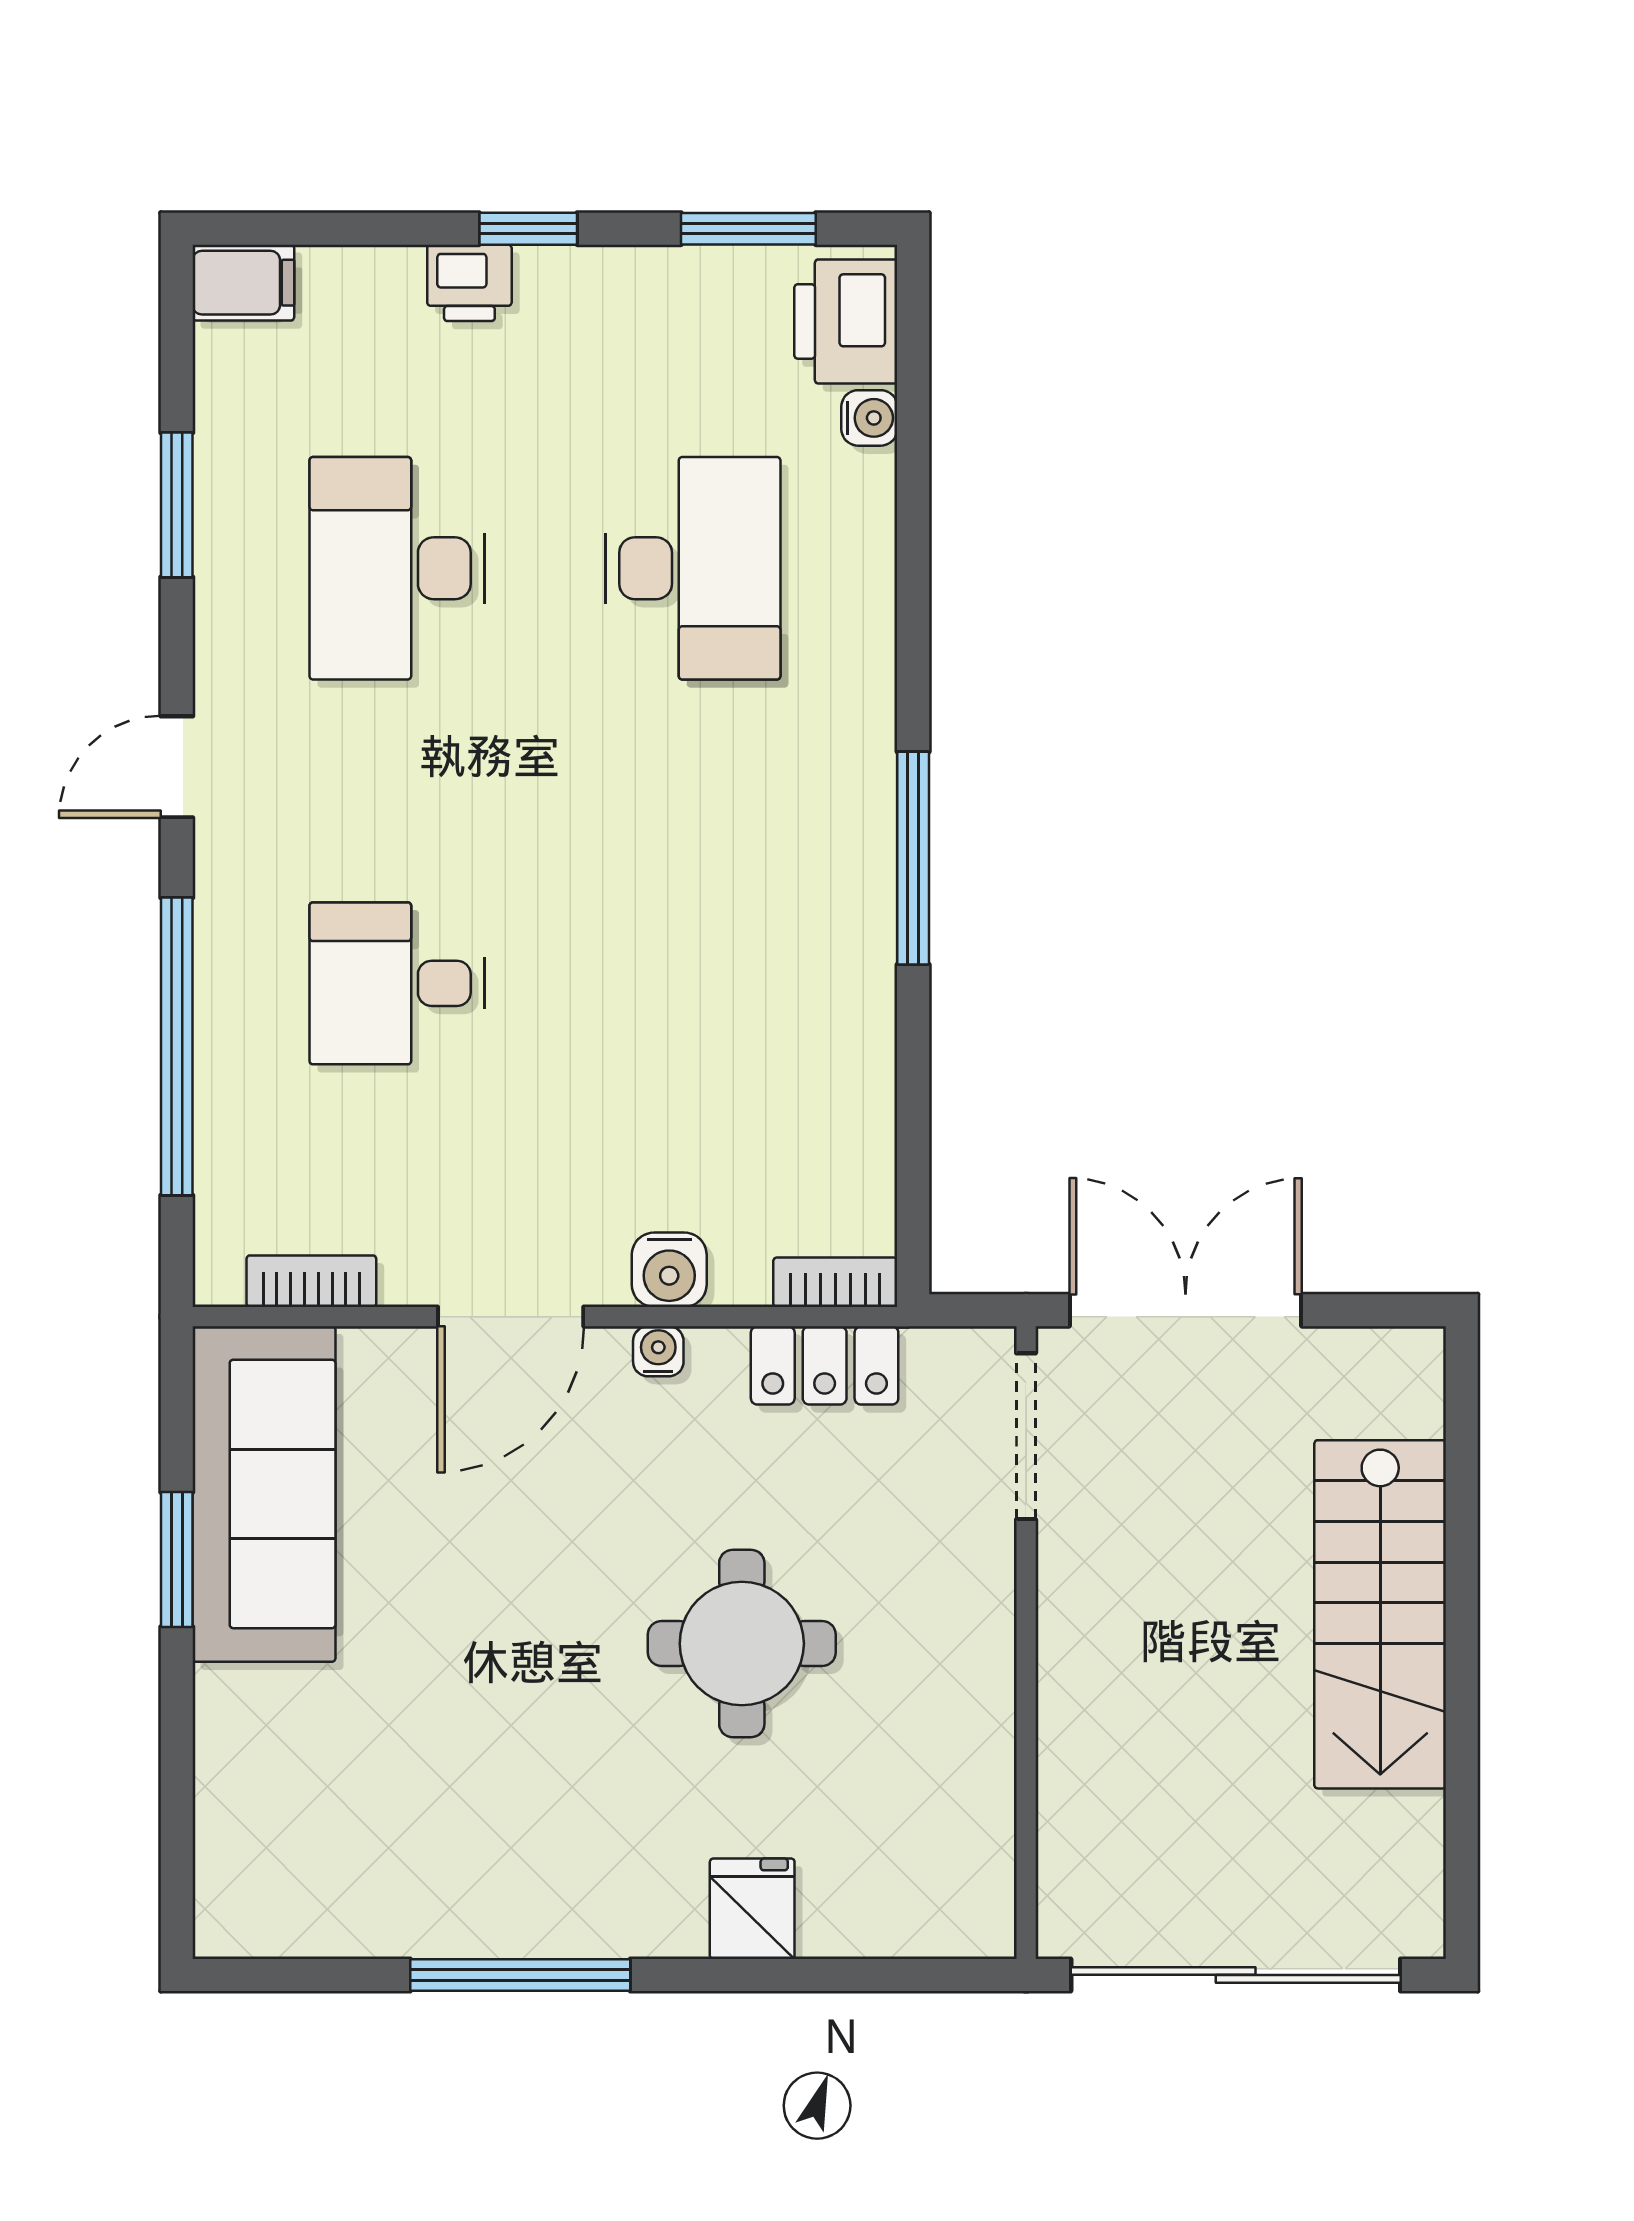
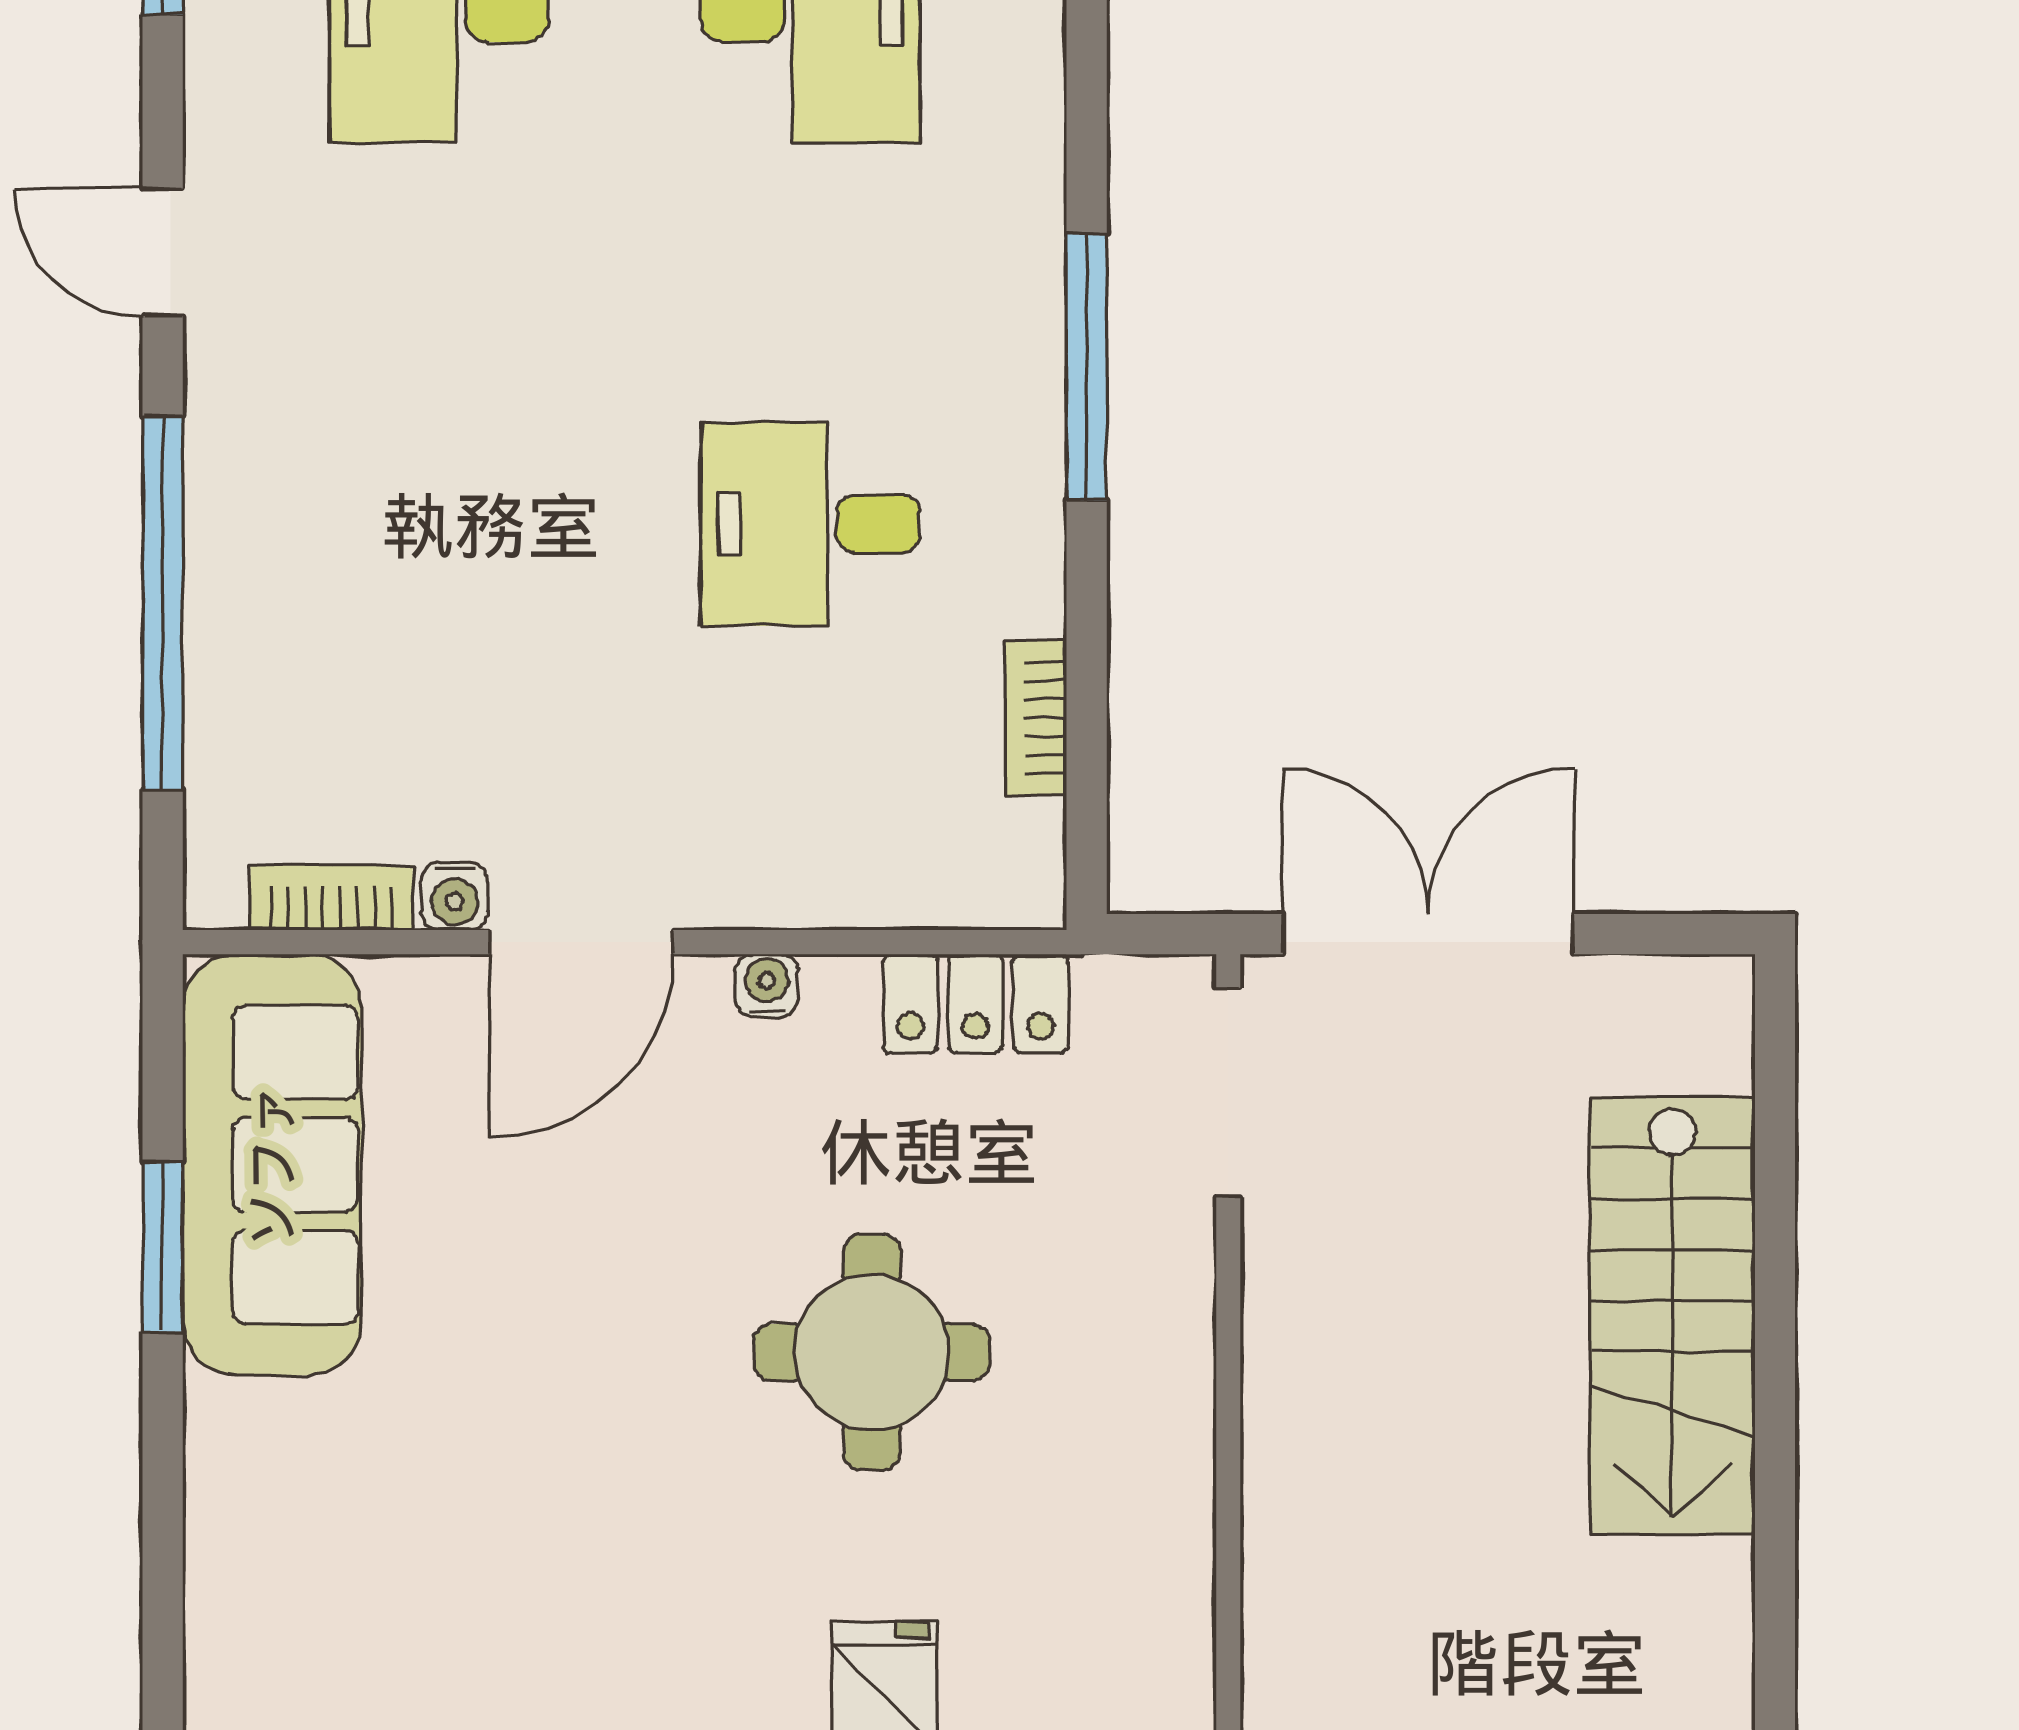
door: (177, 767) -> (163, 252), hinge flipped
desk: (397, 983) -> (810, 524), moved
water cooler: (669, 1270) -> (455, 896), moved, width x0.72, depth x0.72
bookcase: (835, 1282) -> (1036, 718), moved, turned -90

